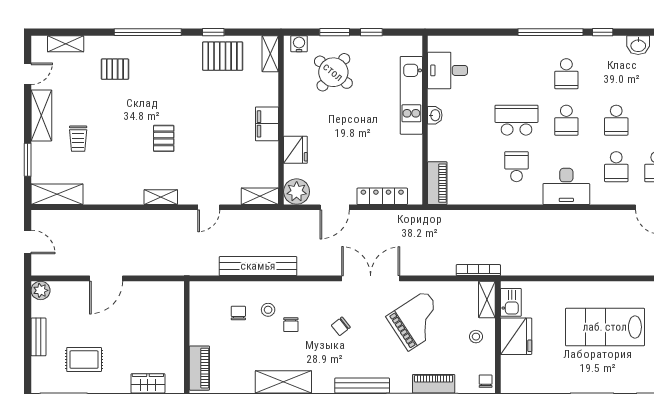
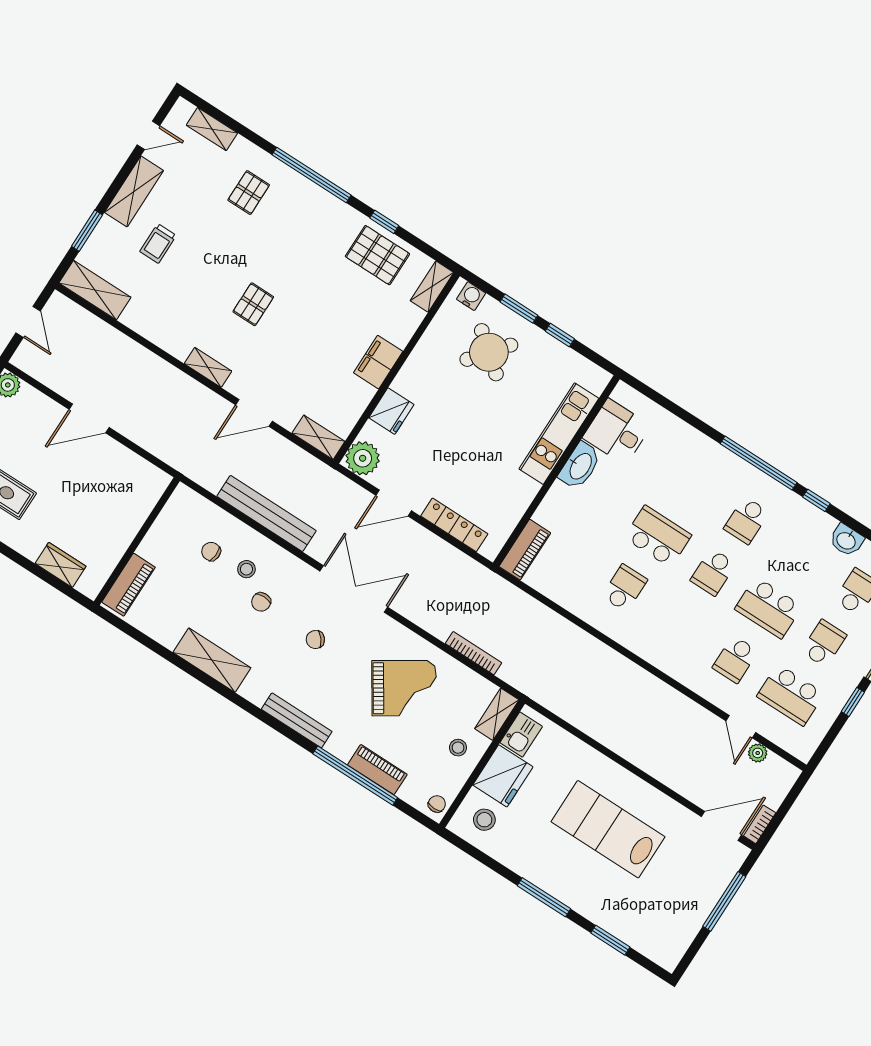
pallet: (115, 69) -> (249, 193), turned 90
washbasin: (435, 115) -> (580, 466), width x1.91, depth x1.45
school desk: (616, 120) -> (768, 608), width x1.85
desk: (566, 186) -> (666, 646), removed
door: (209, 207) -> (254, 413), width x1.38
bookcase: (478, 270) -> (473, 653), moved
double door: (371, 278) -> (354, 589), moved
chair: (238, 313) -> (211, 551), turned -86
stool: (522, 372) -> (484, 820), added

